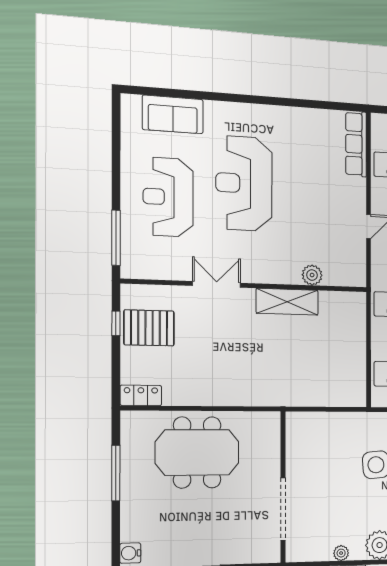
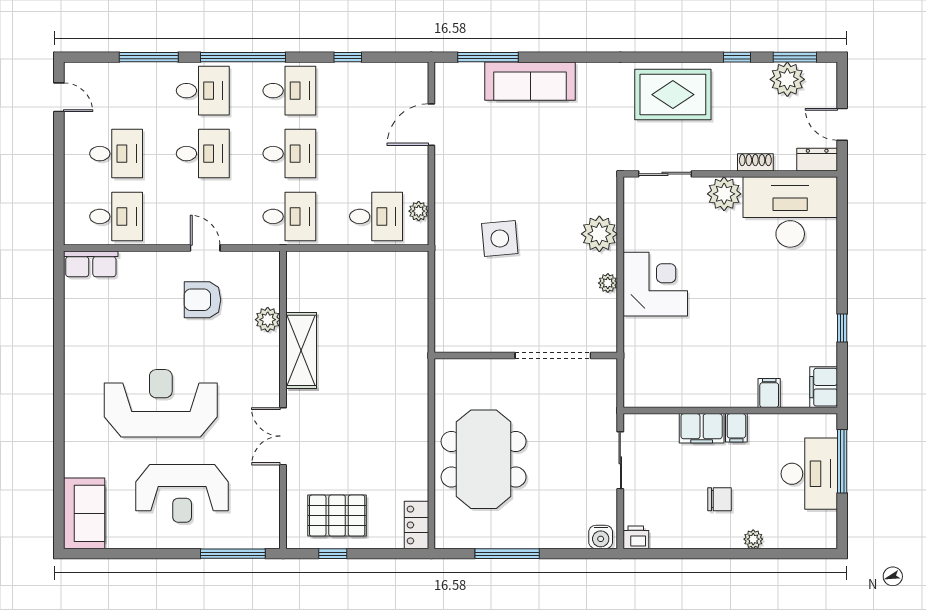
sofa: (173, 114) -> (84, 513), moved
row of seats: (356, 144) -> (91, 264), width x0.68
reception desk: (244, 183) -> (161, 403), turned 180
armchair: (328, 222) -> (202, 300), added
pallet: (149, 328) -> (337, 516), turned 90

